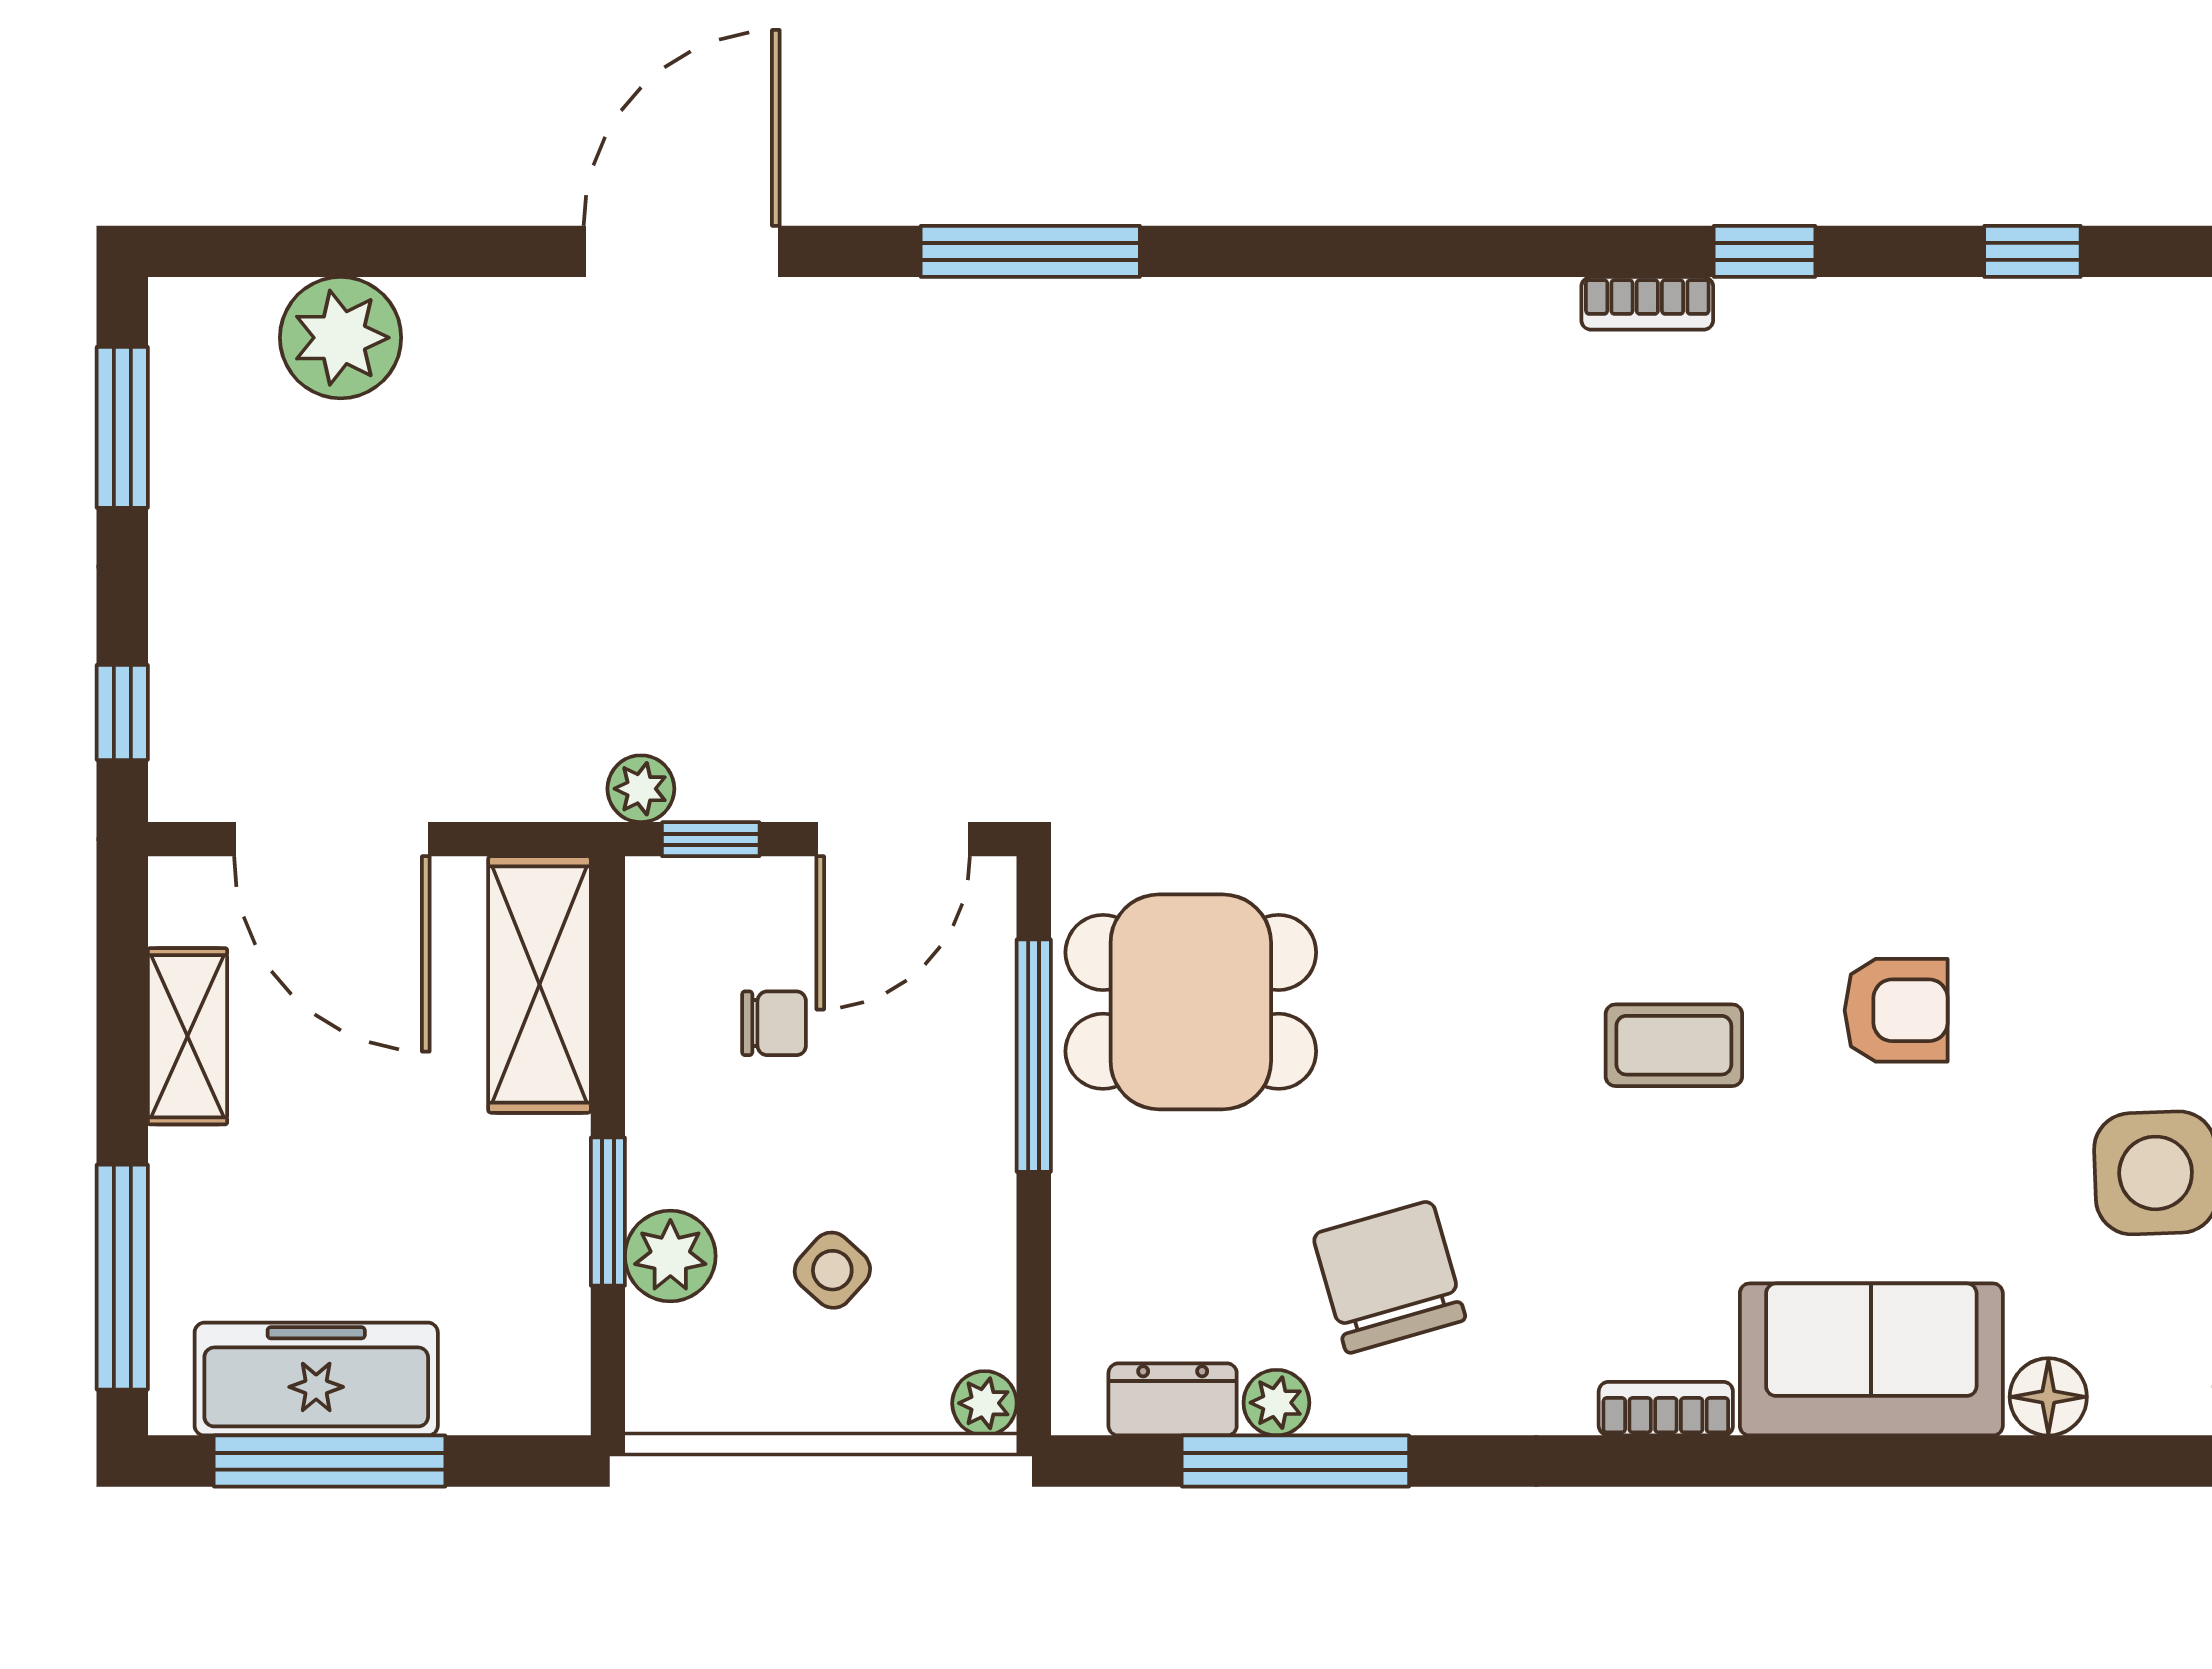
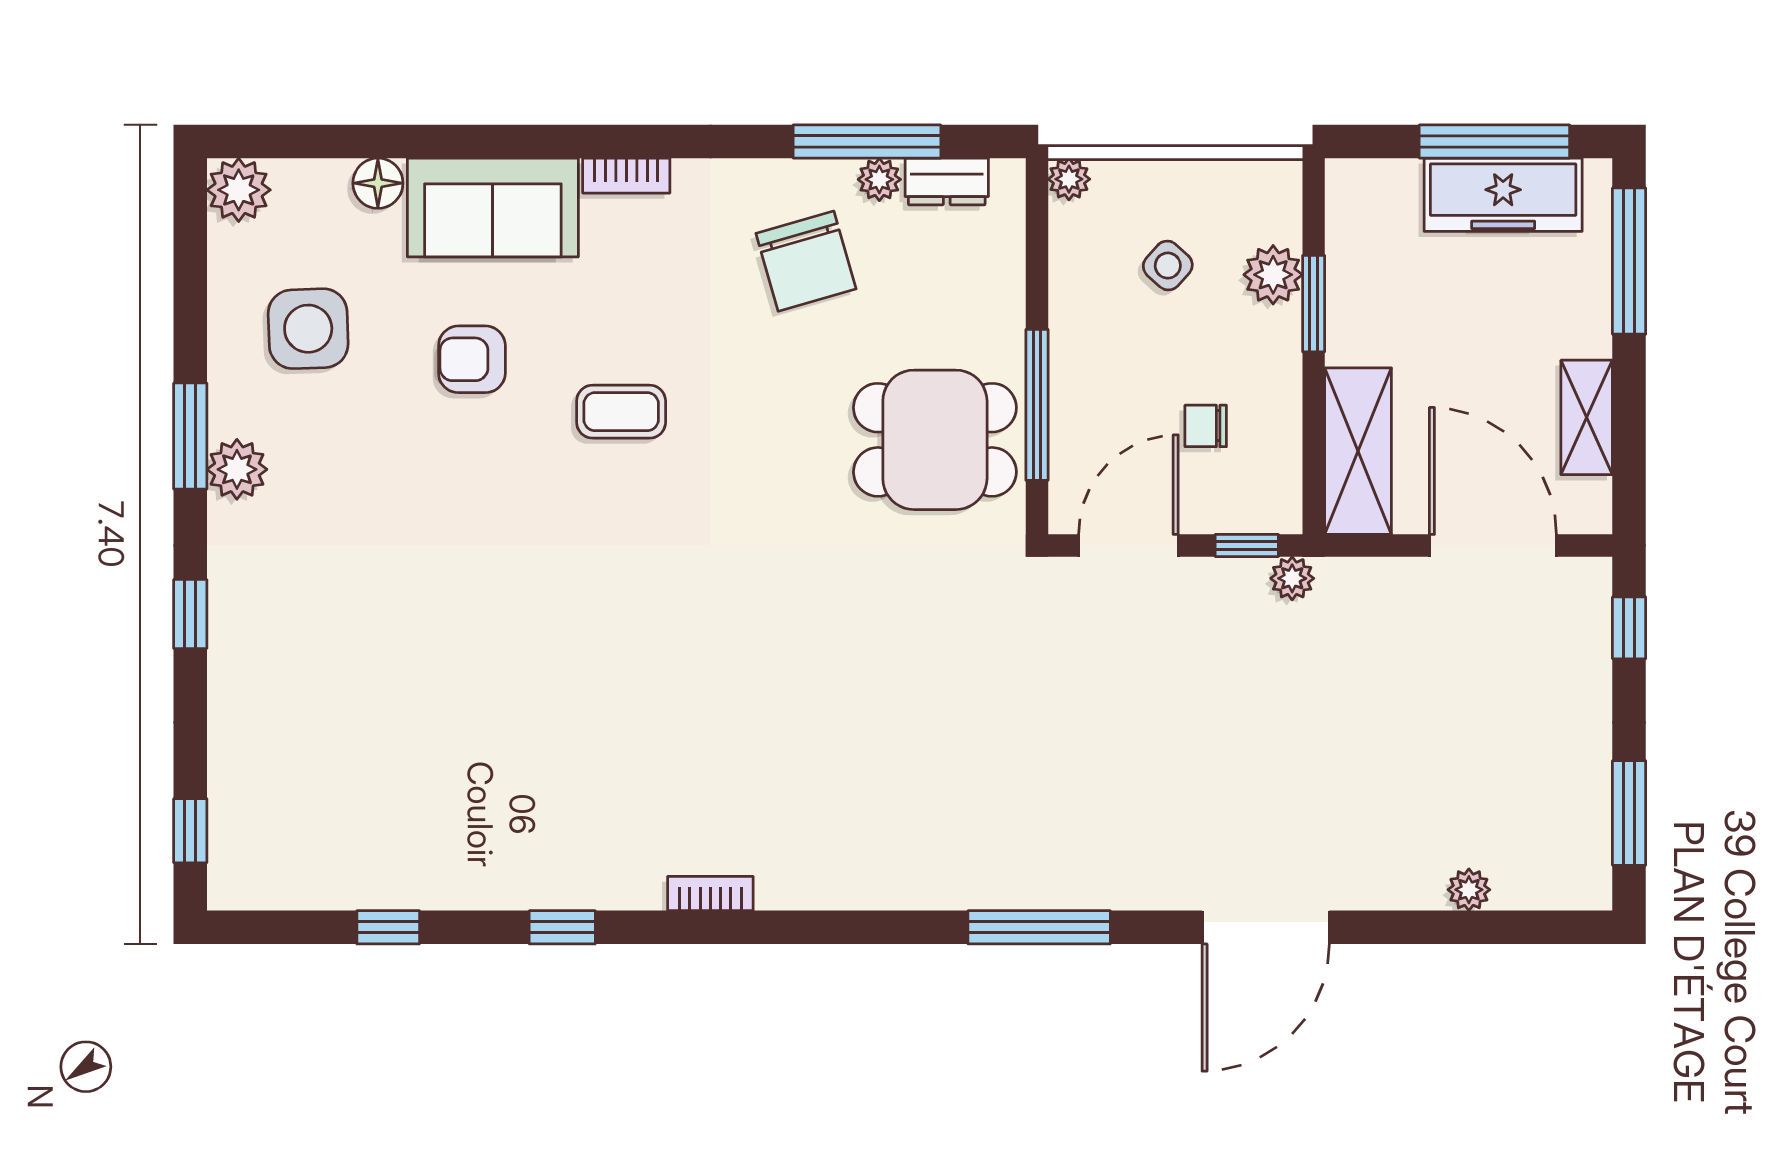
bookcase: (1647, 303) -> (710, 894), moved
plant: (341, 338) -> (1469, 890), width x0.53, depth x0.53
armchair: (1896, 1010) -> (472, 359), moved

